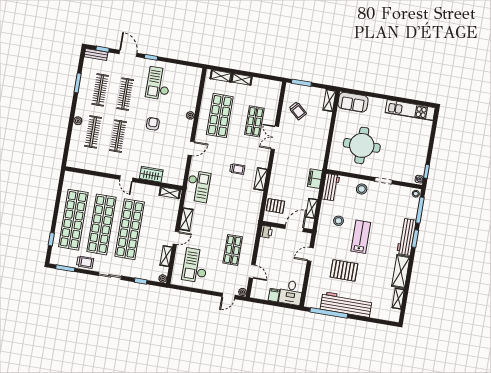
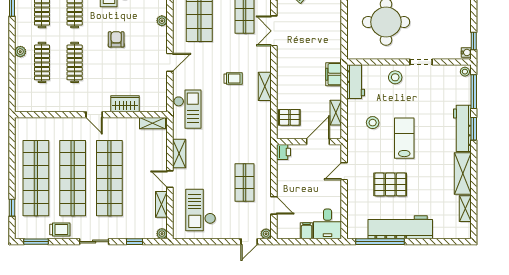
door: (176, 238) -> (170, 179), swing flipped

